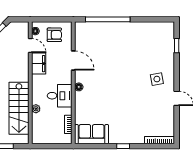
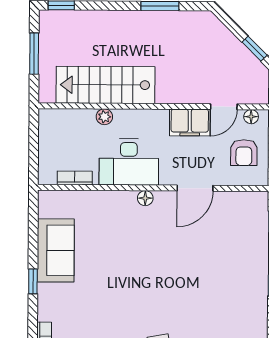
desk: (60, 96) -> (129, 162), width x1.37
sofa: (92, 134) -> (56, 250), moved

